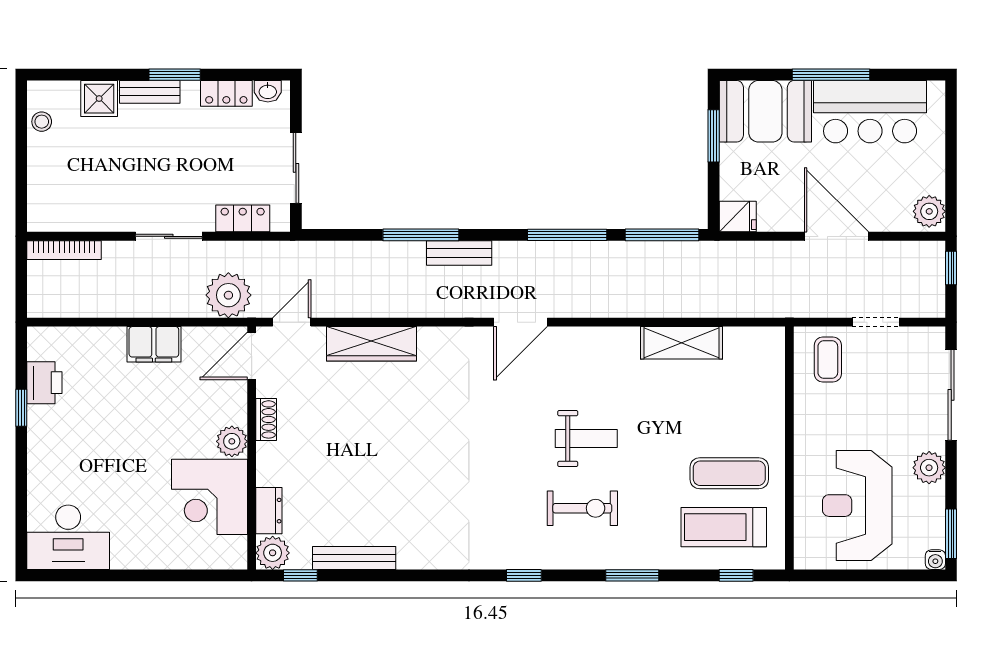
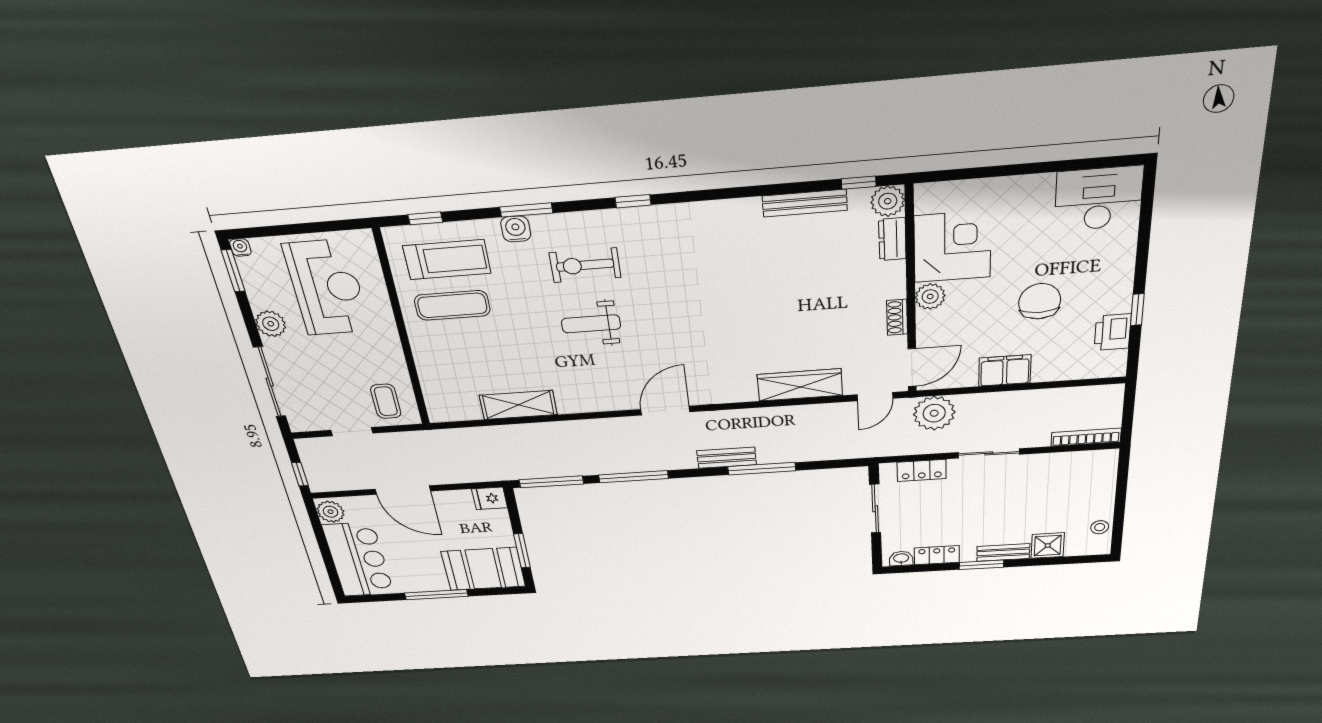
bar counter: (870, 112) -> (358, 560), moved, turned 90
chair: (121, 426) -> (1040, 301), added
water cooler: (646, 555) -> (516, 229), added

